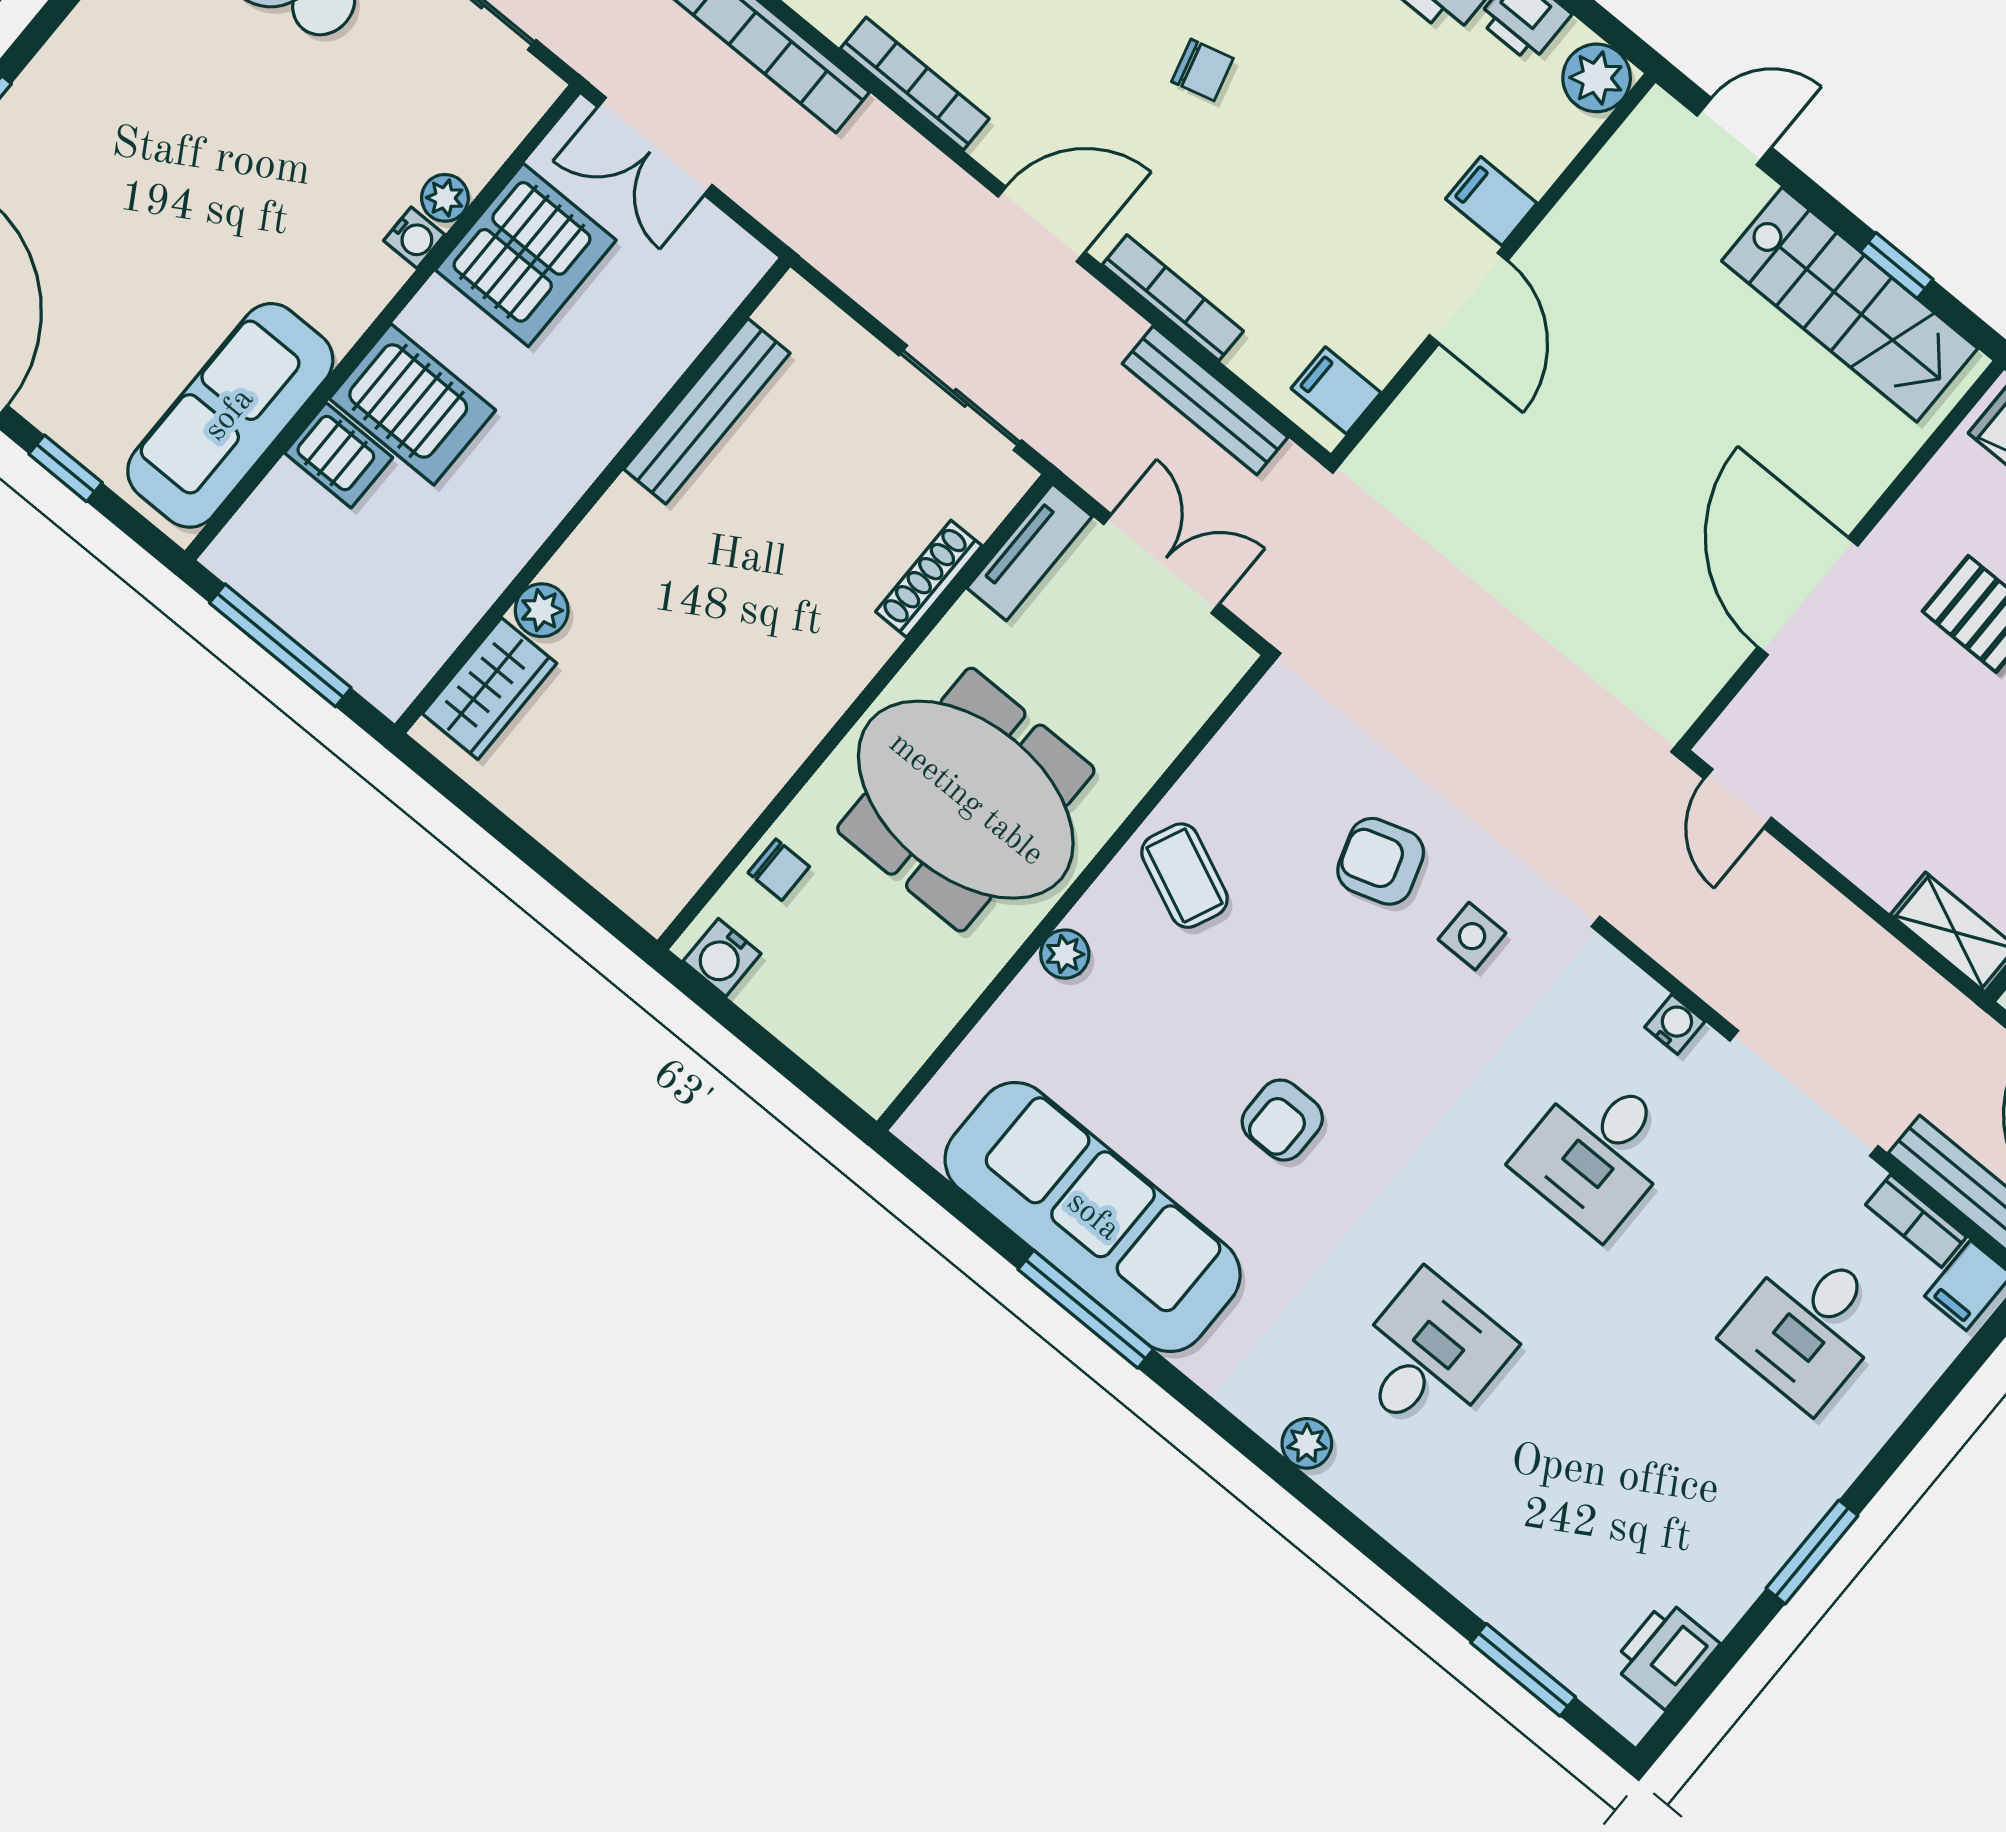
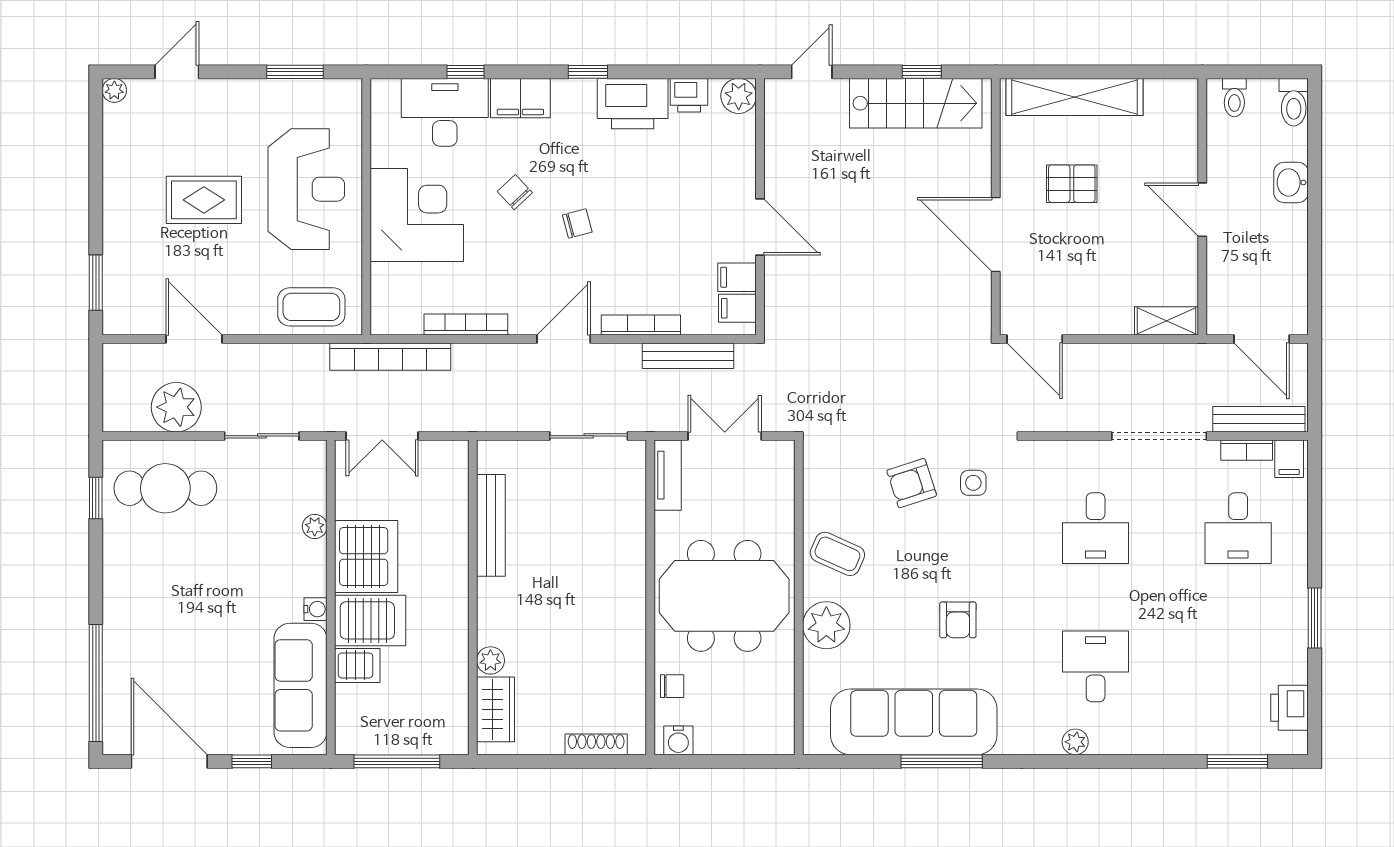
filing cabinet: (1491, 201) -> (737, 277), moved
water cooler: (414, 238) -> (315, 609), moved
server rack: (526, 255) -> (366, 556), moved
shoe rack: (929, 579) -> (596, 744), moved, turned 90
door: (1738, 798) -> (1035, 339), width x1.38
plant: (1065, 954) -> (826, 625), width x1.87, depth x1.87
water cooler: (1675, 1024) -> (1084, 451), removed

